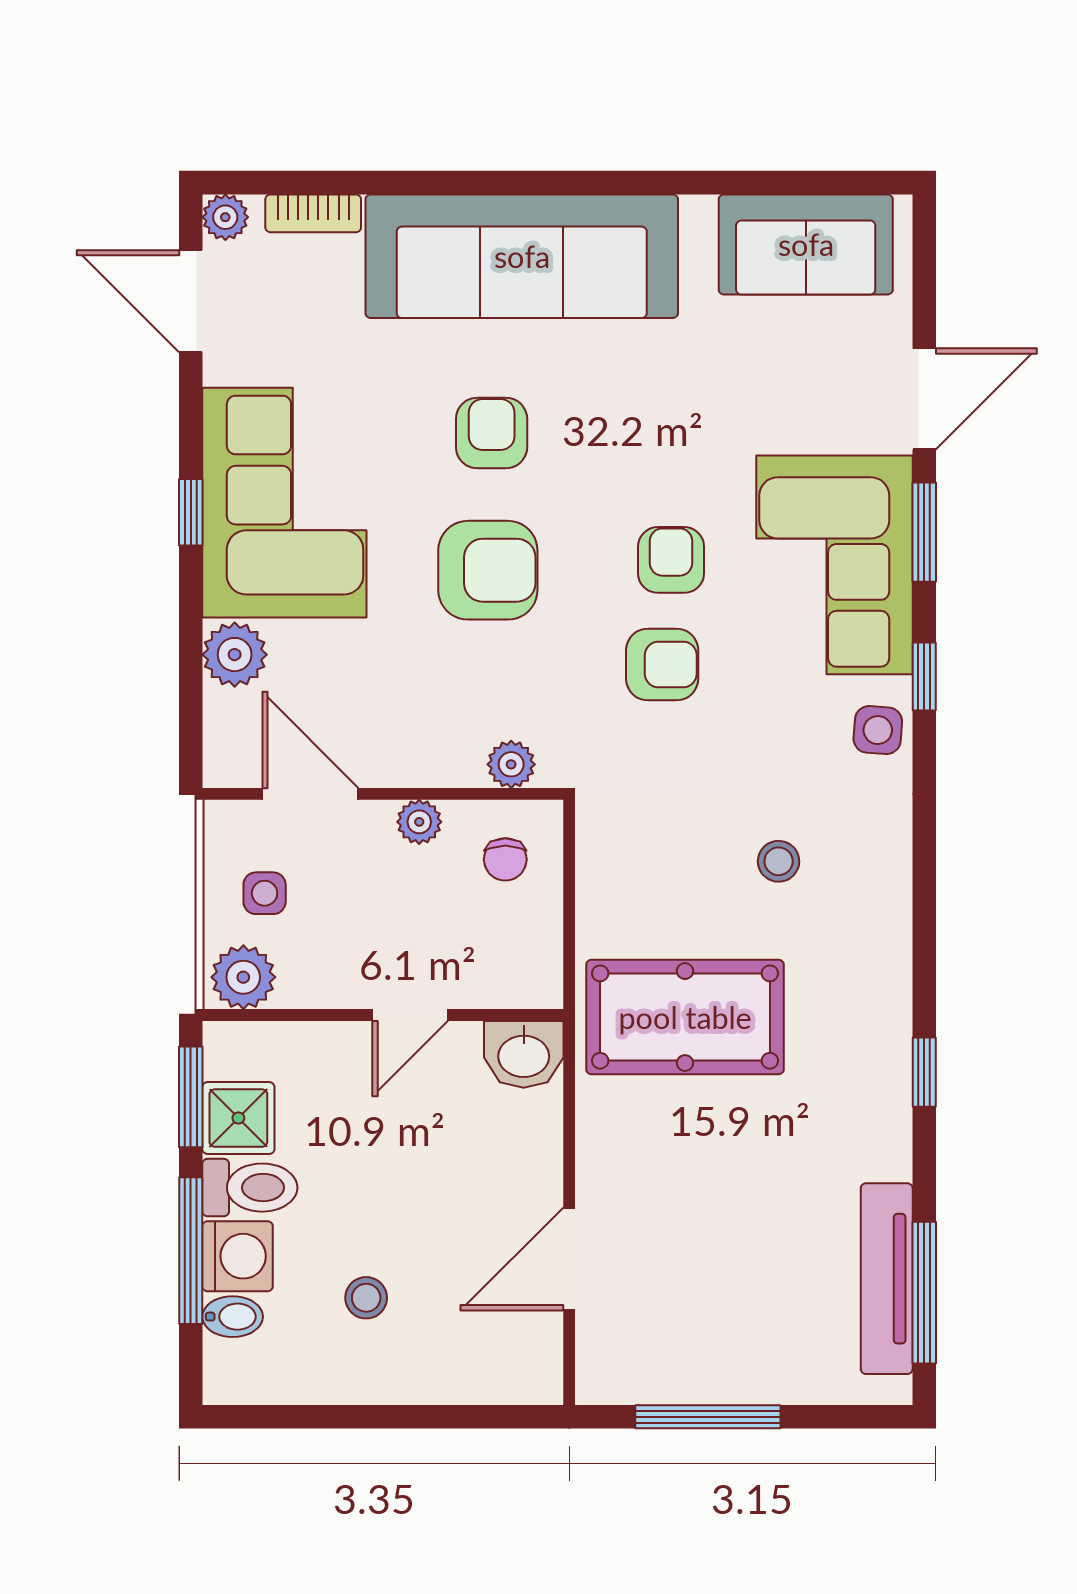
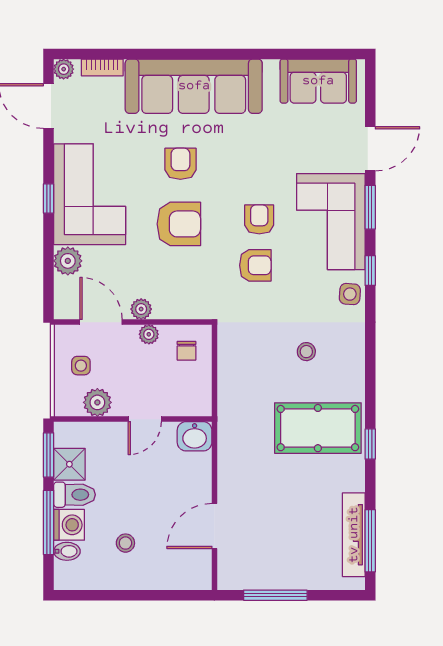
plant: (511, 764) -> (141, 309), moved
plant: (243, 977) -> (97, 402), moved
pool table: (685, 1017) -> (318, 428), moved

